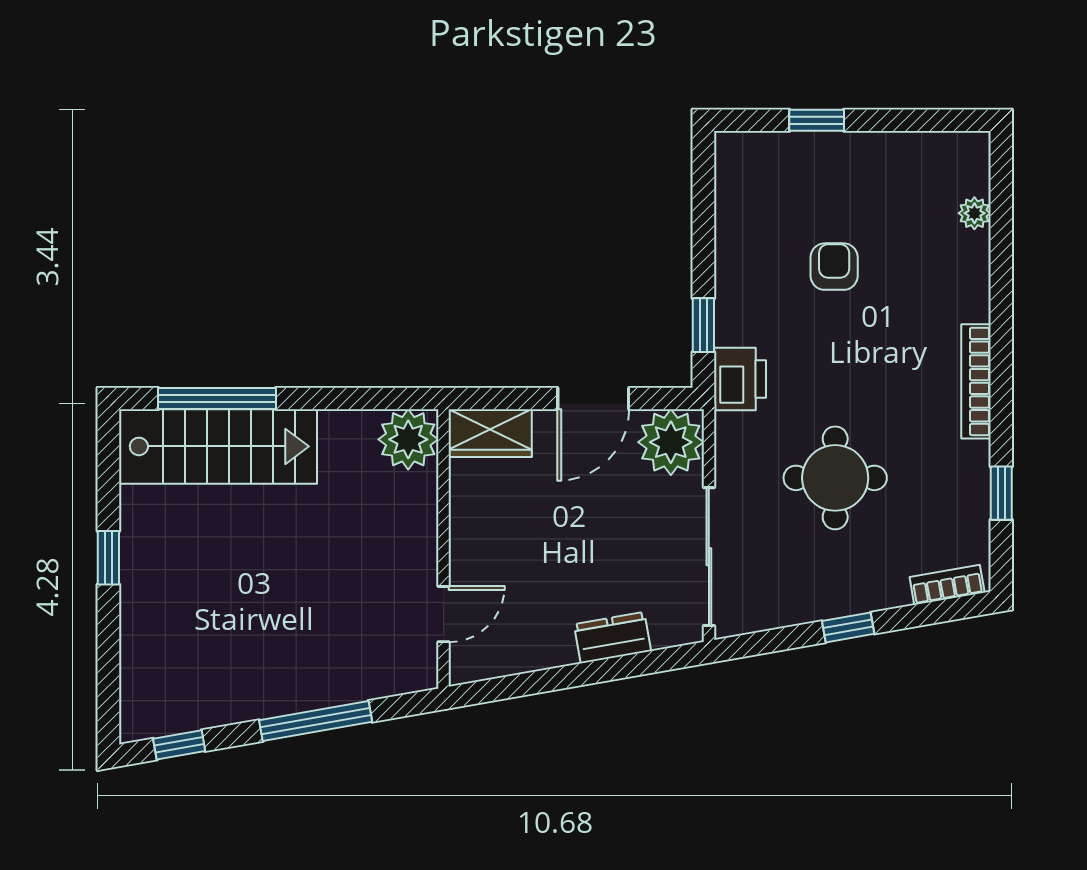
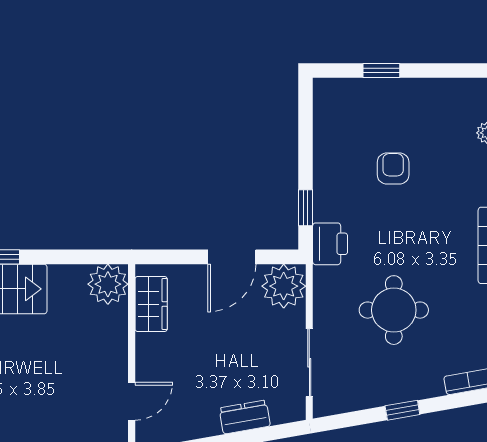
wardrobe: (490, 433) -> (151, 304), moved, turned -90
sliding door: (709, 557) -> (309, 363), width x0.73

